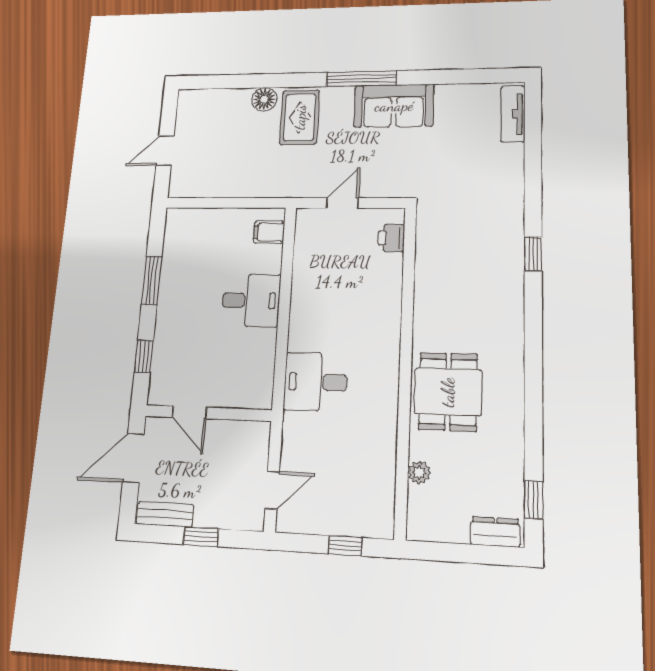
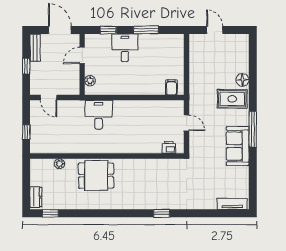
desk: (251, 300) -> (125, 48), moved, turned 180
plant: (243, 398) -> (90, 81), added

